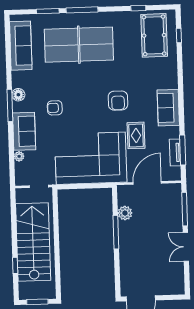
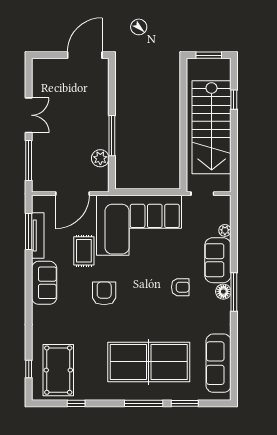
floor lamp: (18, 95) -> (223, 292), moved
tv unit: (175, 152) -> (38, 236), width x1.41

